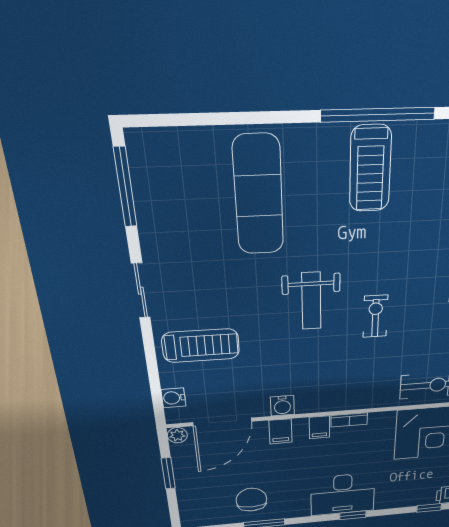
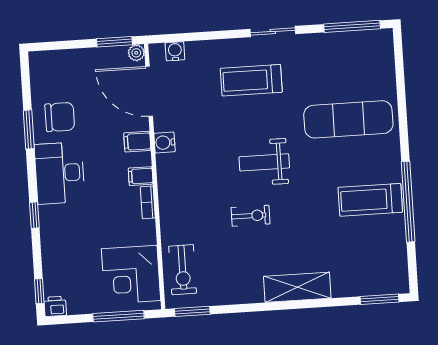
treadmill: (201, 346) -> (251, 80), moved, turned 90
window: (168, 473) -> (115, 42), moved
desk: (343, 494) -> (60, 173), moved

